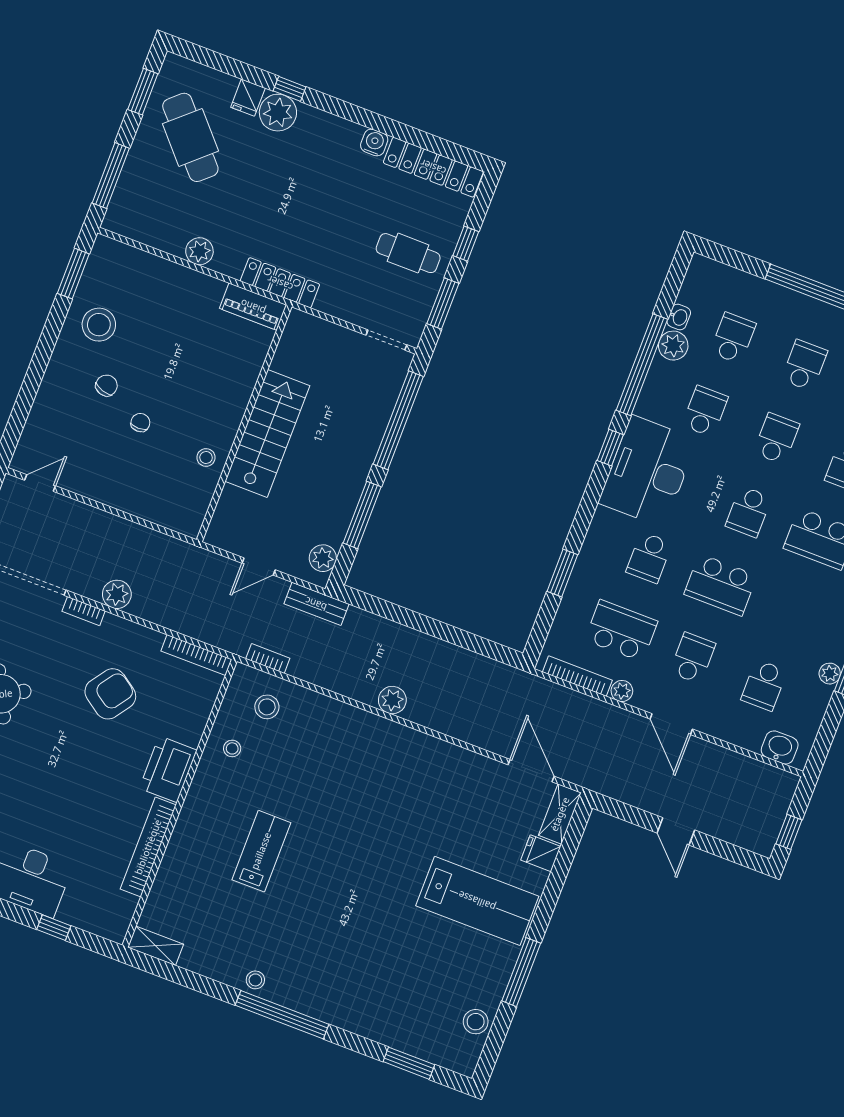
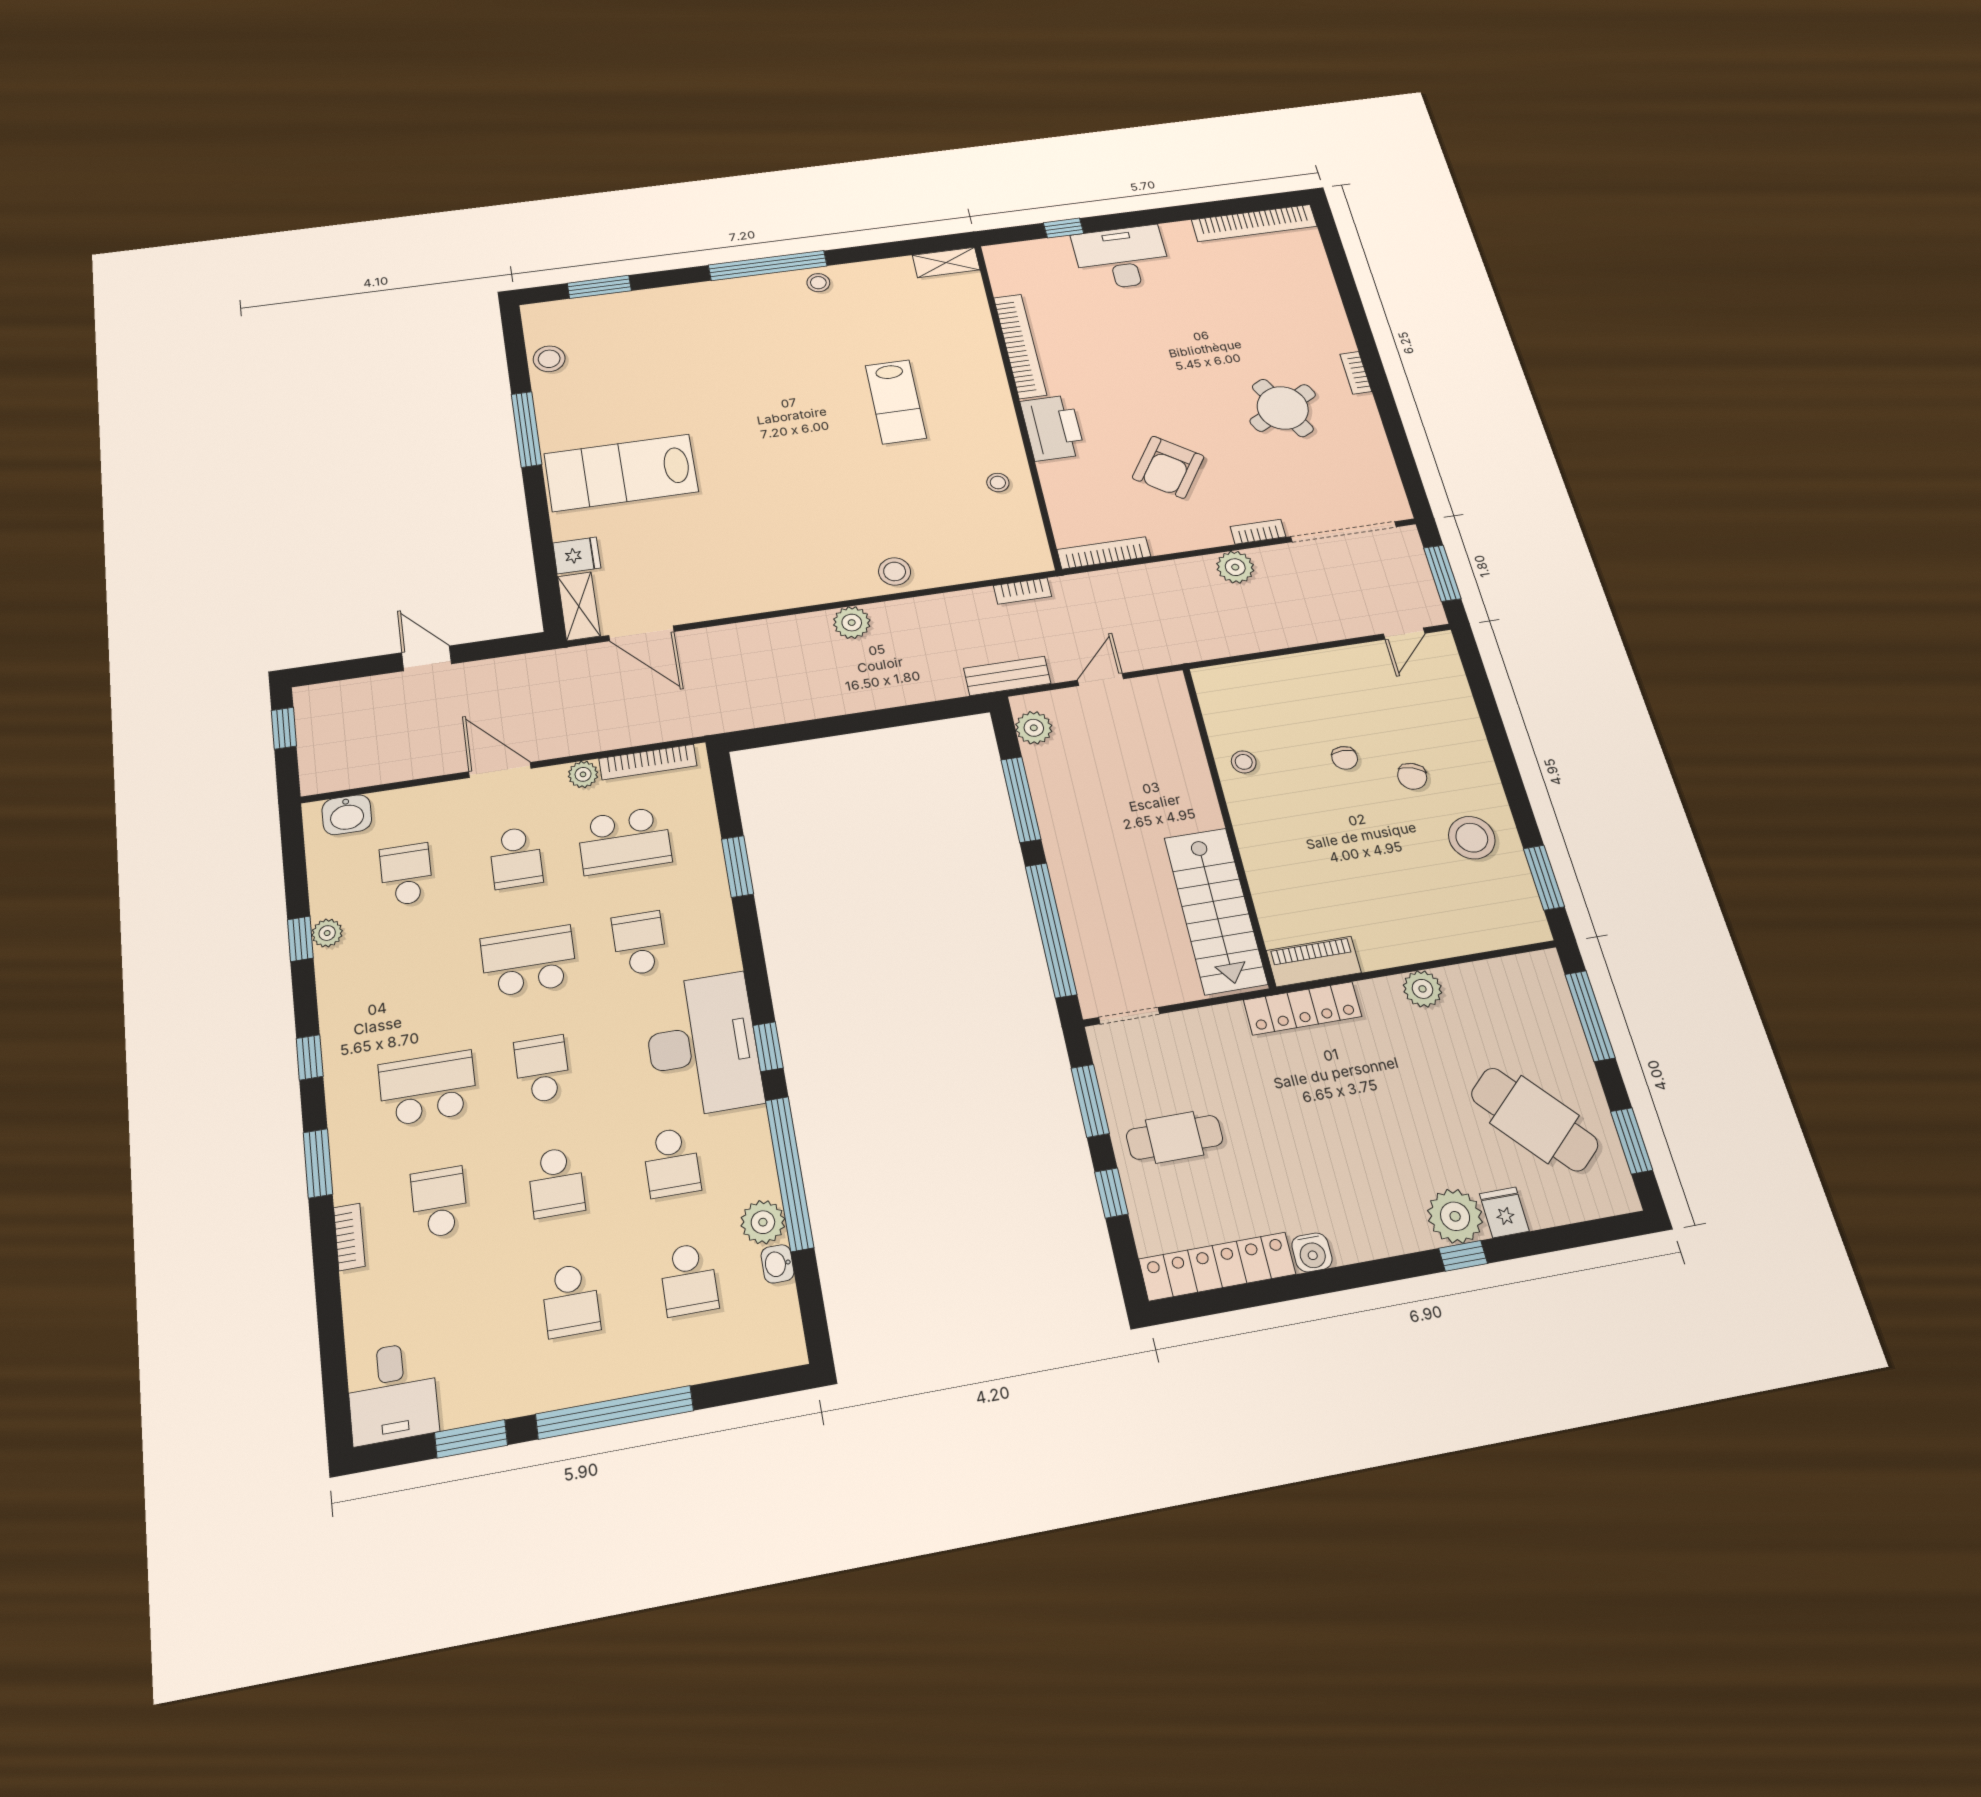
stairs: (267, 433) -> (1215, 910), moved
stool: (267, 707) -> (895, 571), moved

